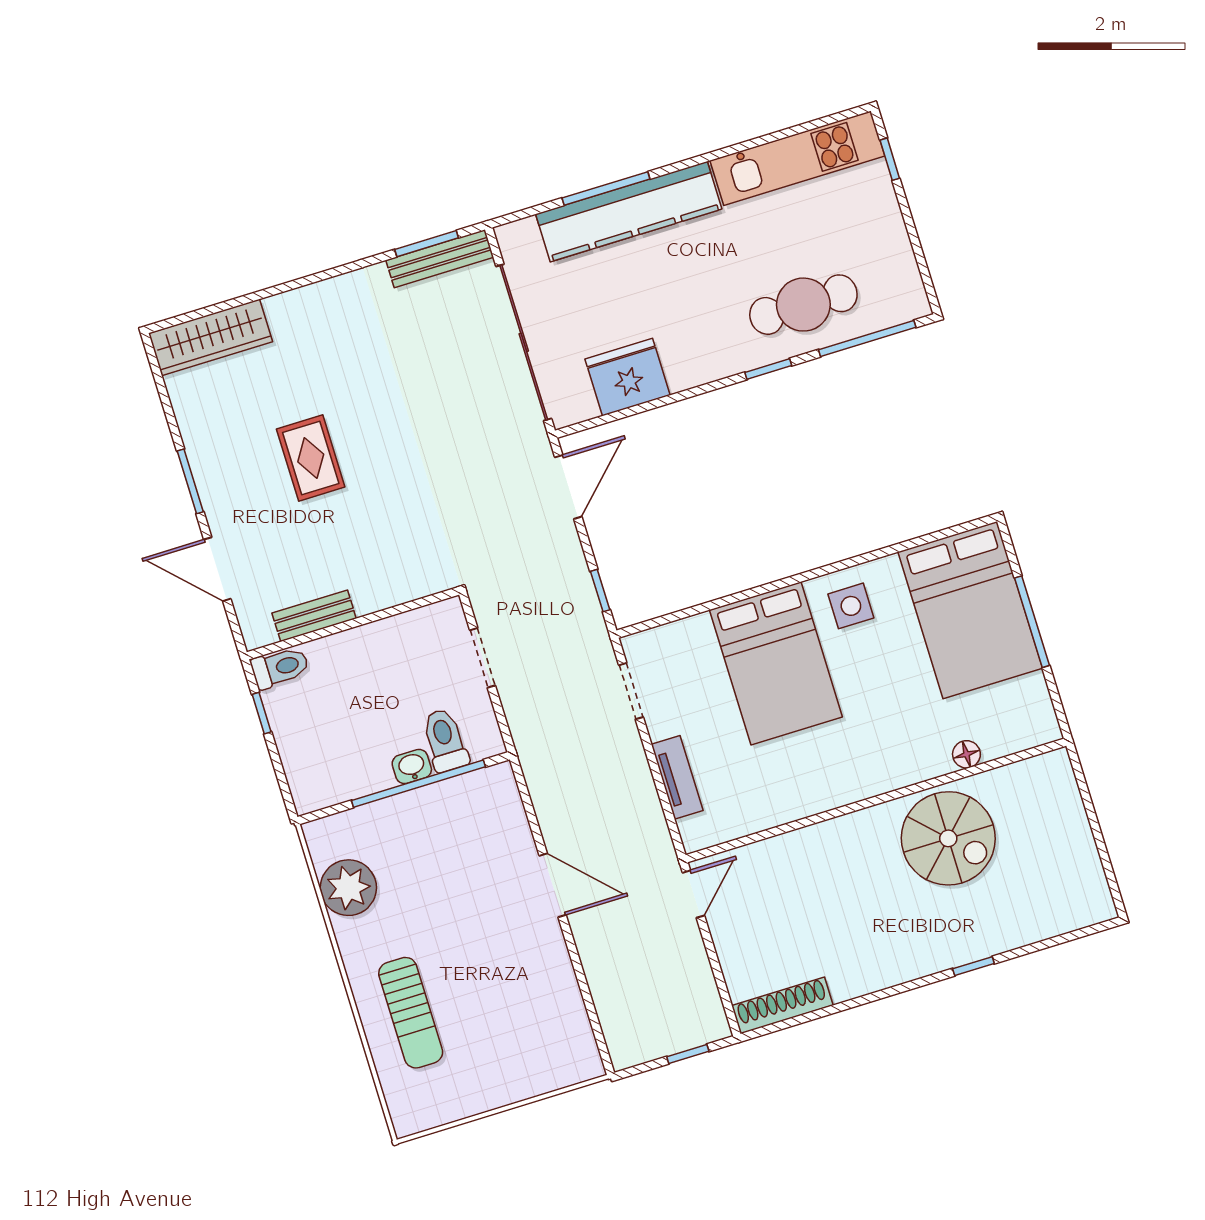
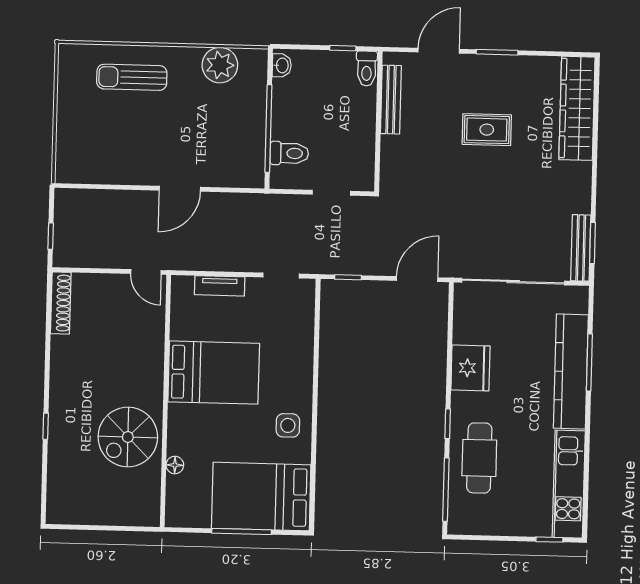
wardrobe: (211, 337) -> (577, 108), width x1.40, depth x1.17
fridge: (628, 377) -> (470, 368), moved
door: (568, 487) -> (417, 279), swing flipped
bench: (314, 616) -> (391, 100), width x1.36
bed: (776, 663) -> (214, 373), moved, turned 180
washbasin: (412, 767) -> (282, 65), moved

